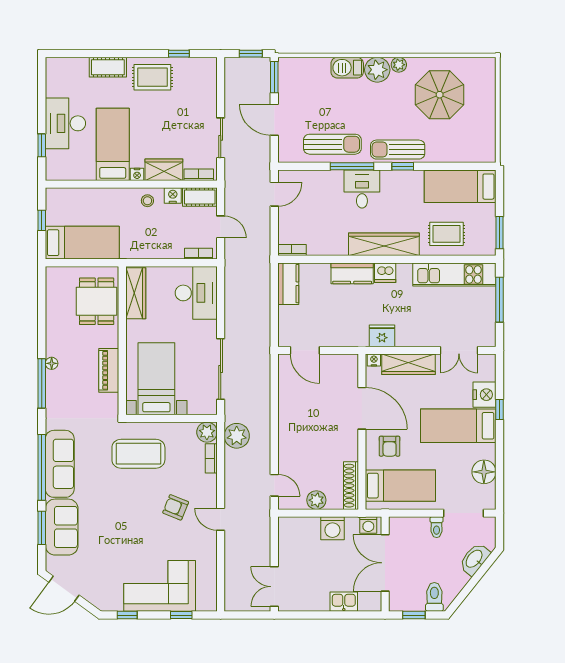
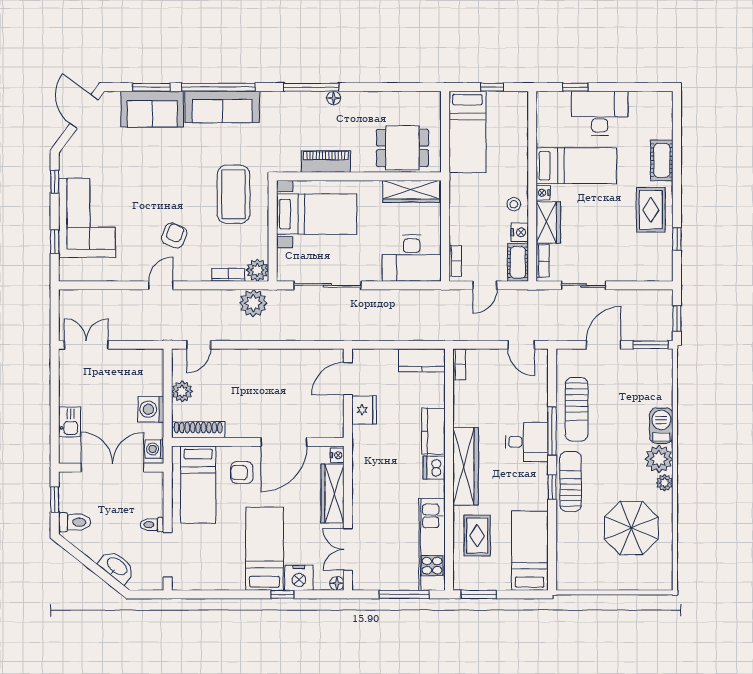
fridge: (382, 336) -> (364, 410), moved
floor lamp: (484, 472) -> (337, 583), moved, width x0.53, depth x0.53

